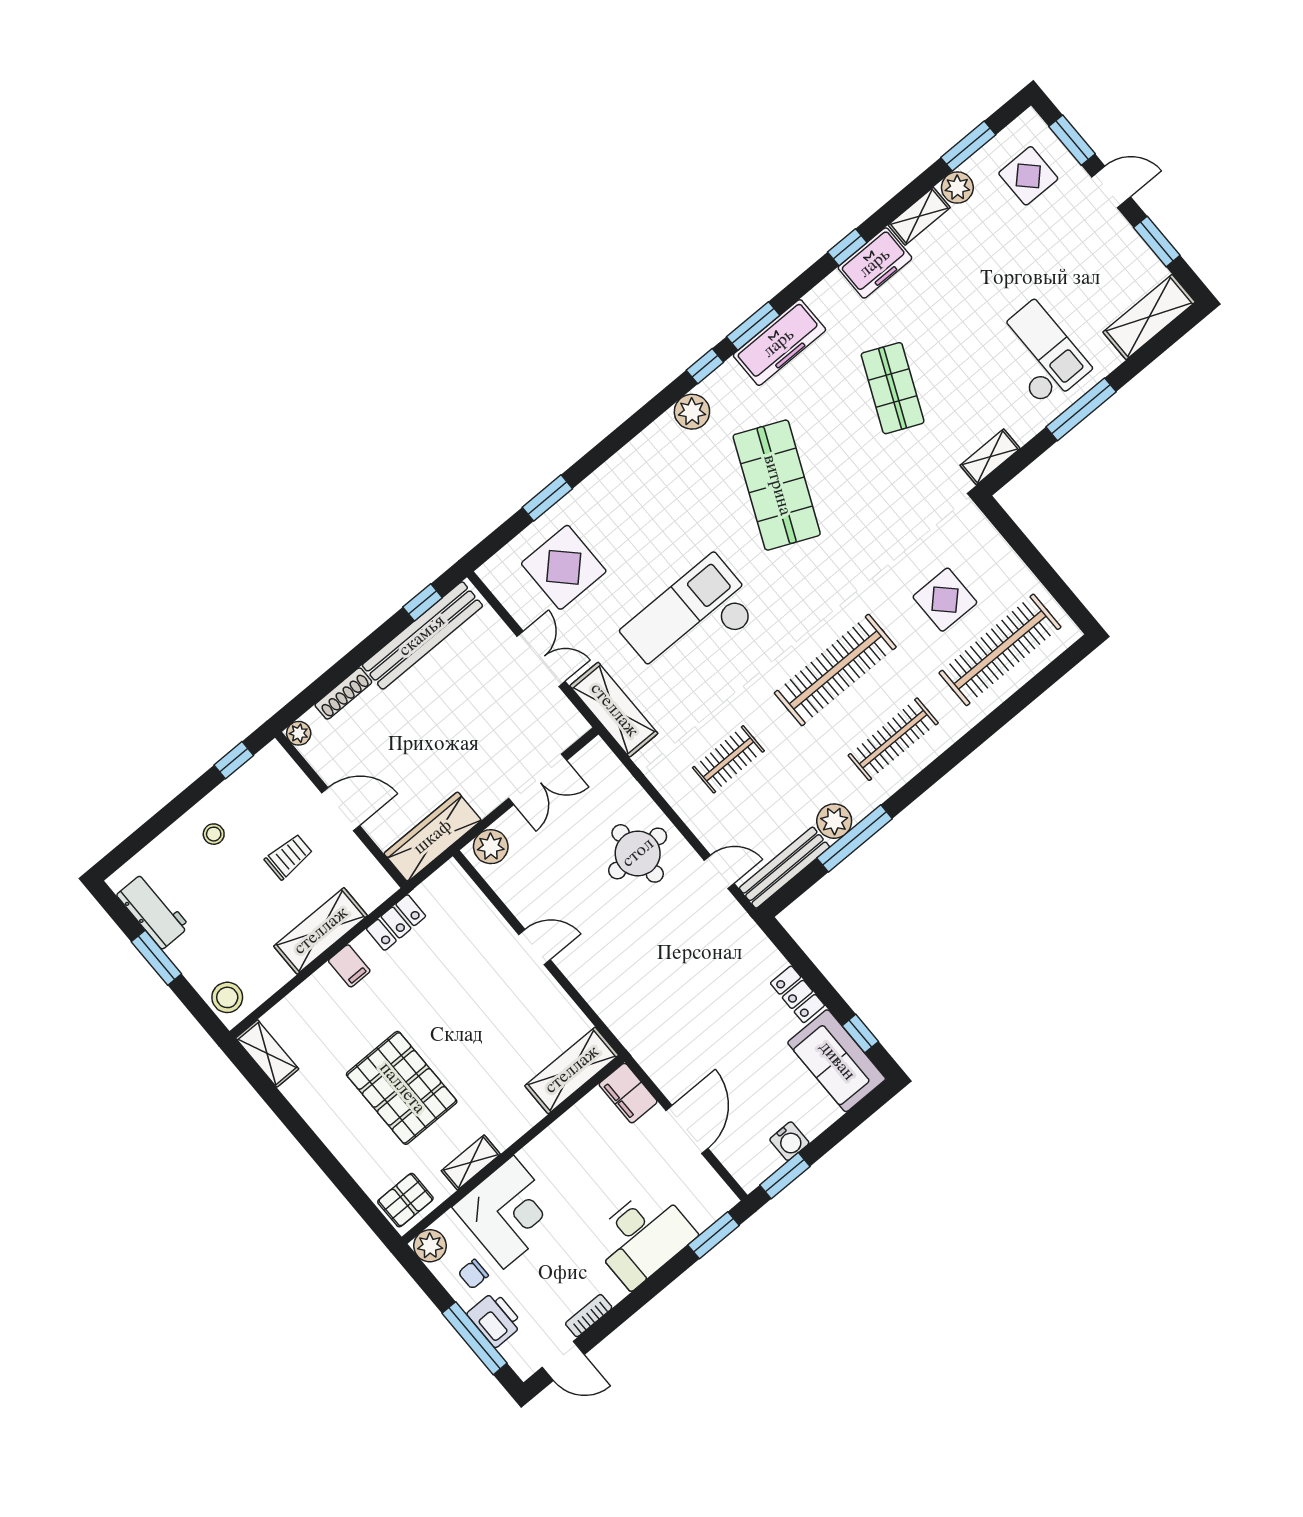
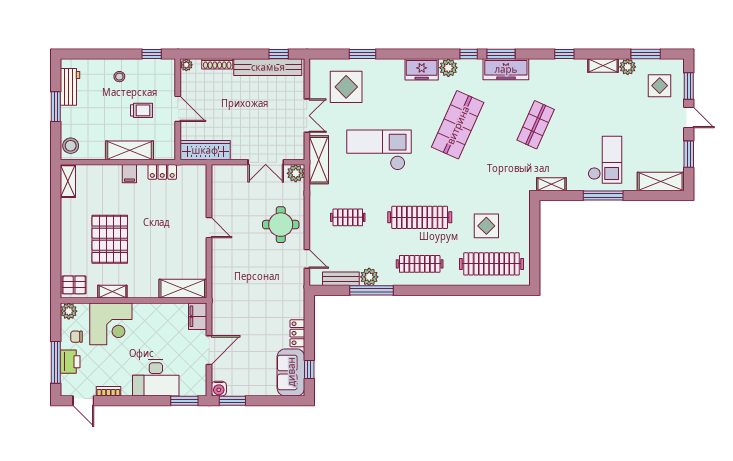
freezer: (875, 263) -> (422, 69), moved
plant: (491, 847) -> (296, 173), moved
bench: (784, 868) -> (341, 279), width x0.73
water cooler: (789, 1141) -> (219, 389), moved

